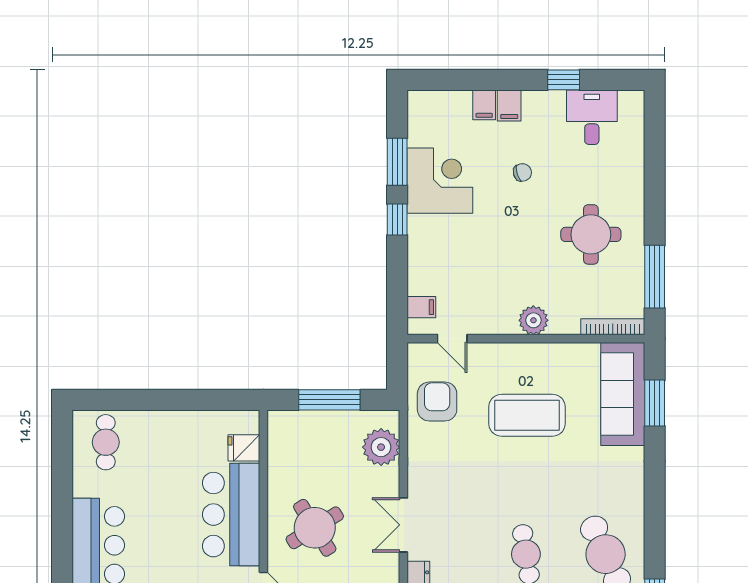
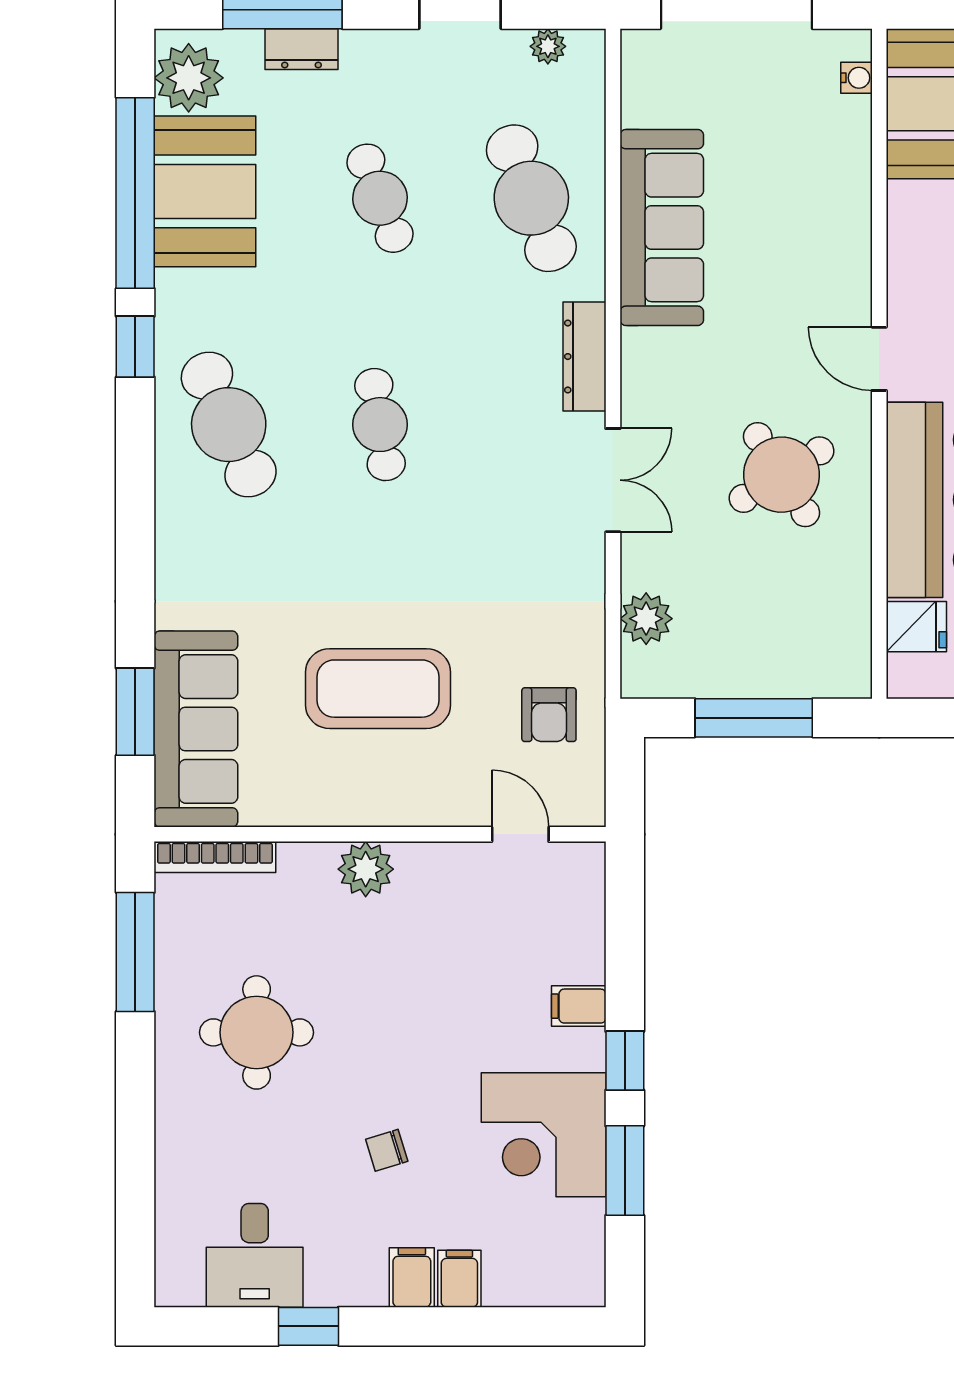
filing cabinet: (421, 307) -> (579, 1006), moved
armchair: (437, 402) -> (549, 715), width x0.72, depth x0.72
plant: (381, 447) -> (646, 619), width x0.73, depth x0.73

